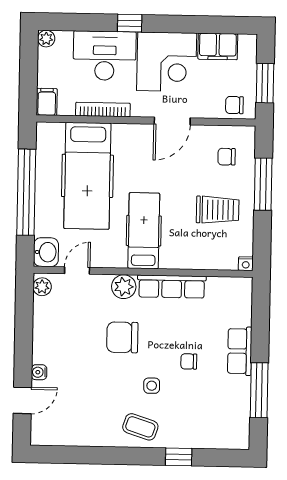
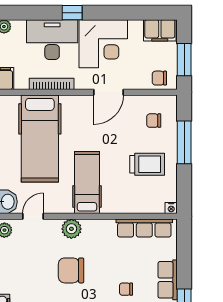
filing cabinet: (218, 47) -> (160, 30), moved
row of seats: (172, 287) -> (144, 228), moved

